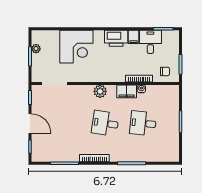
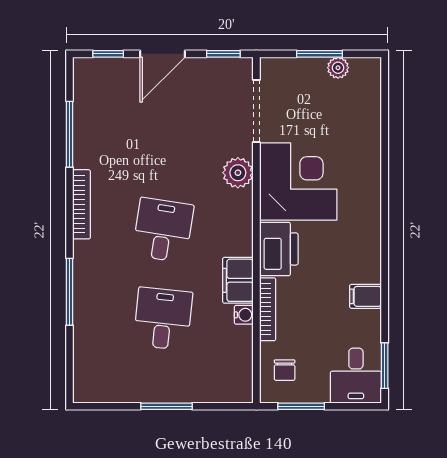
printer: (116, 38) -> (279, 249), moved, turned 180
desk: (150, 42) -> (356, 376), moved, turned 90
corner desk: (76, 47) -> (298, 181), moved, turned 180
plant: (100, 91) -> (238, 173), moved

